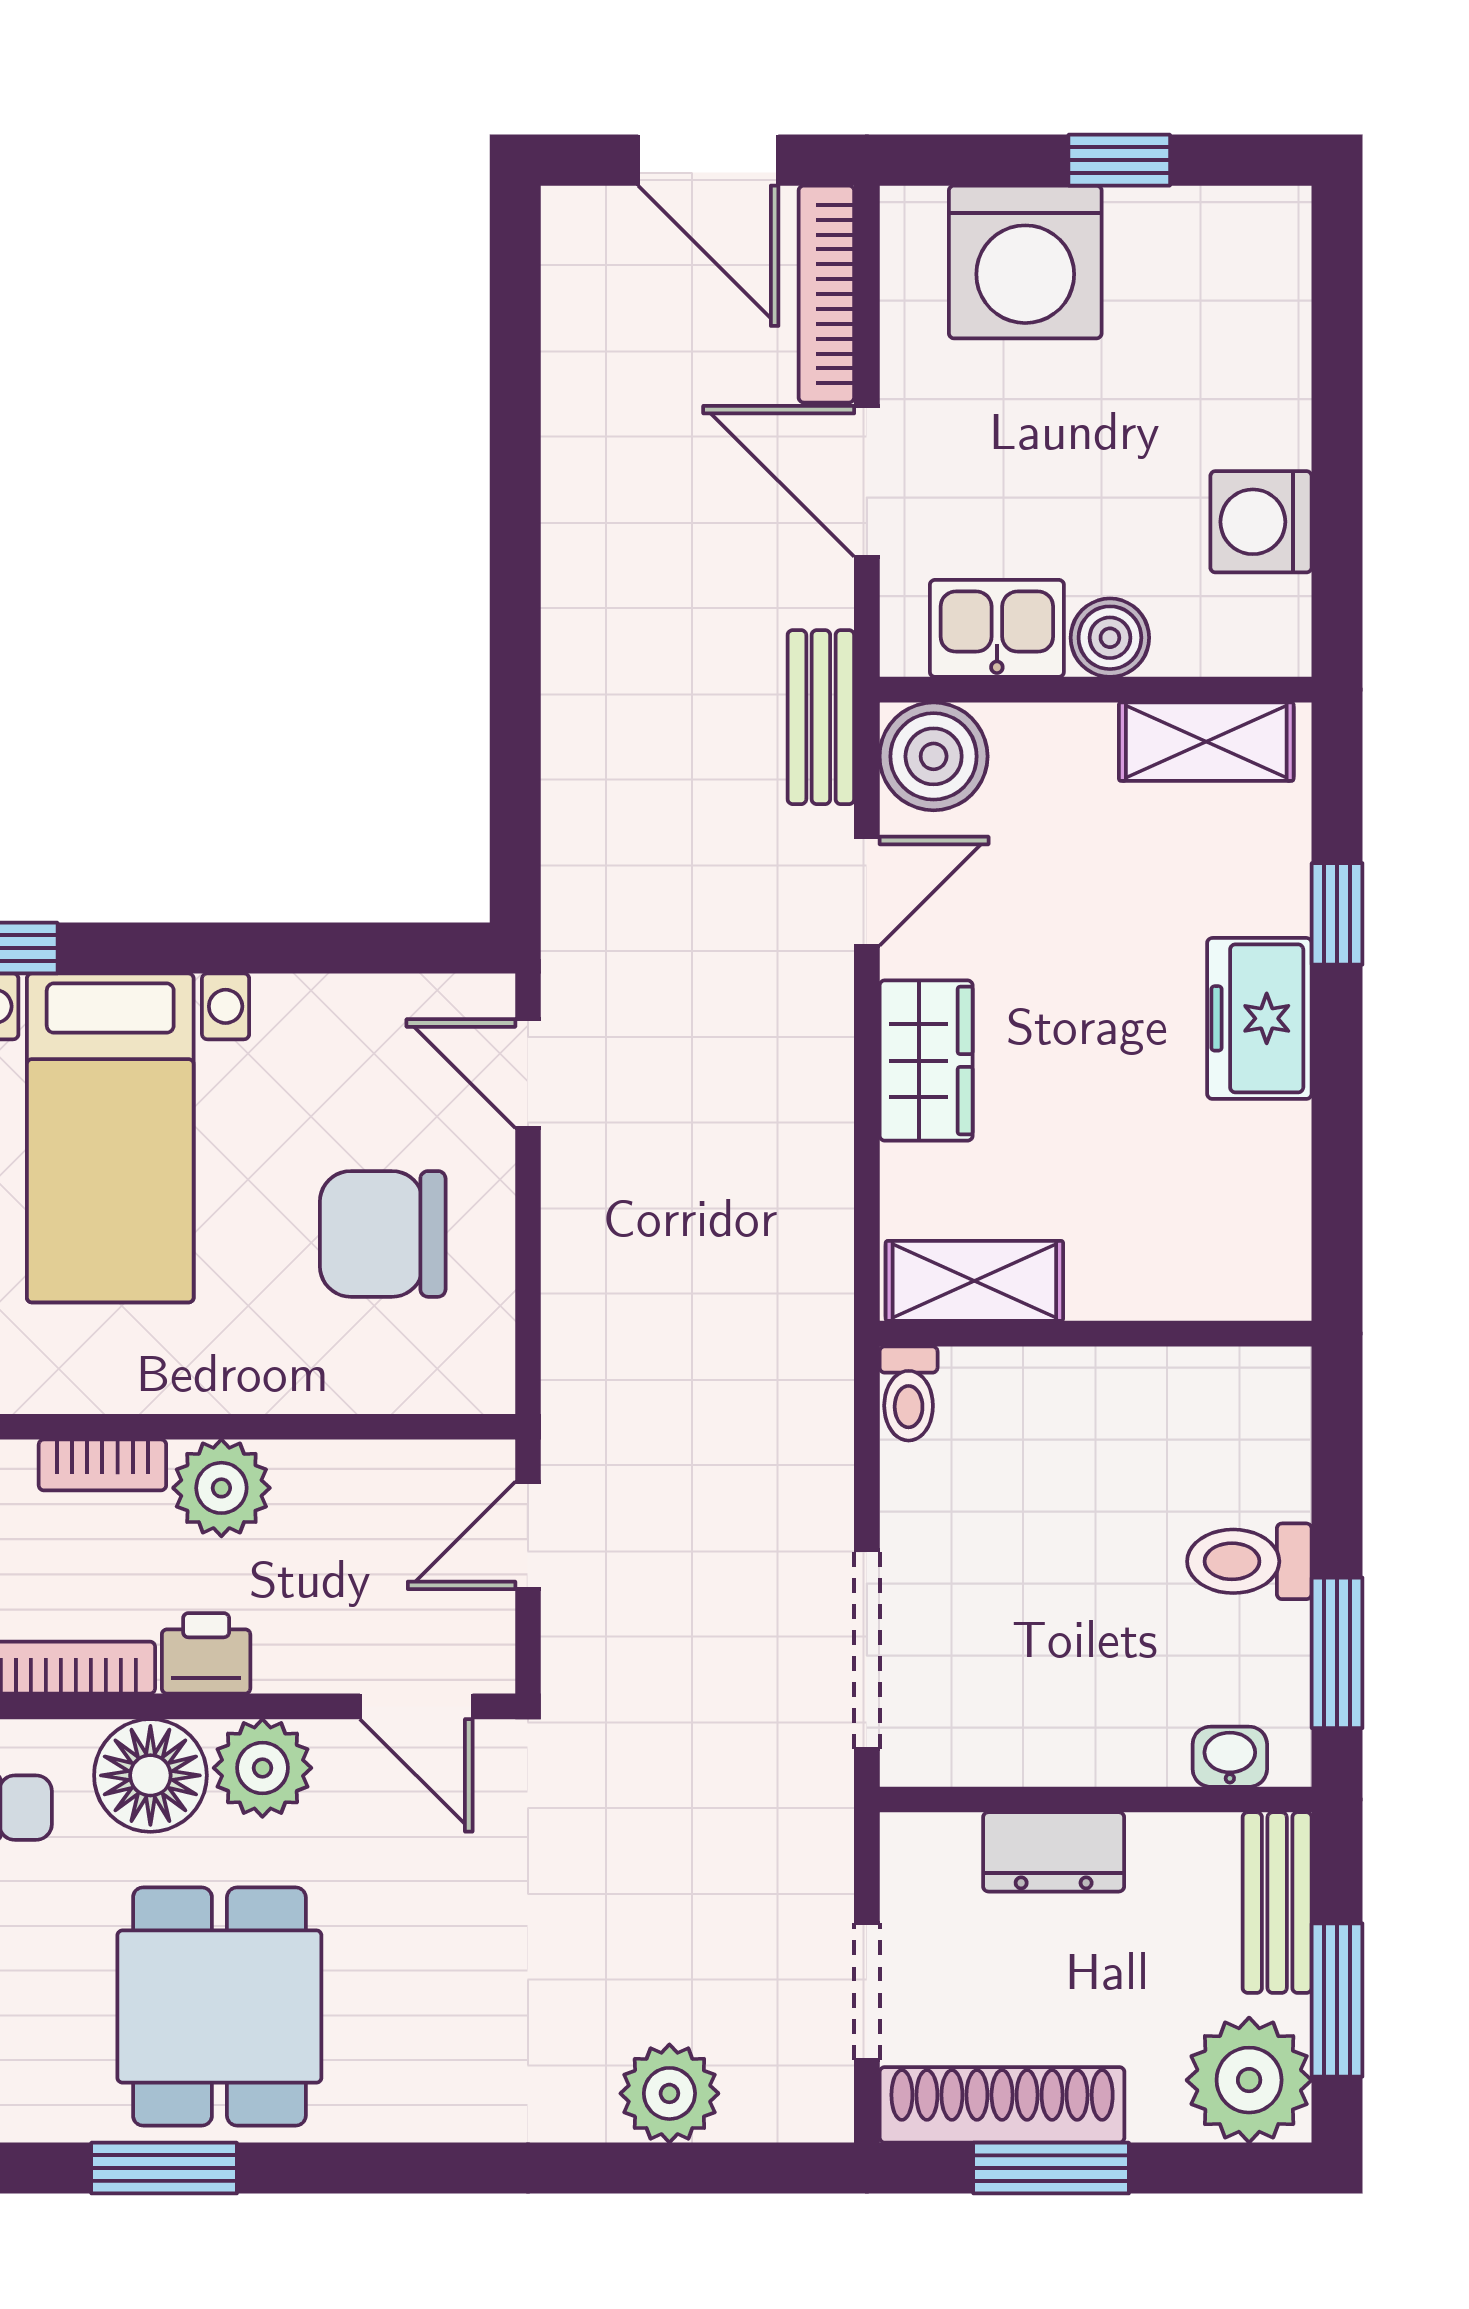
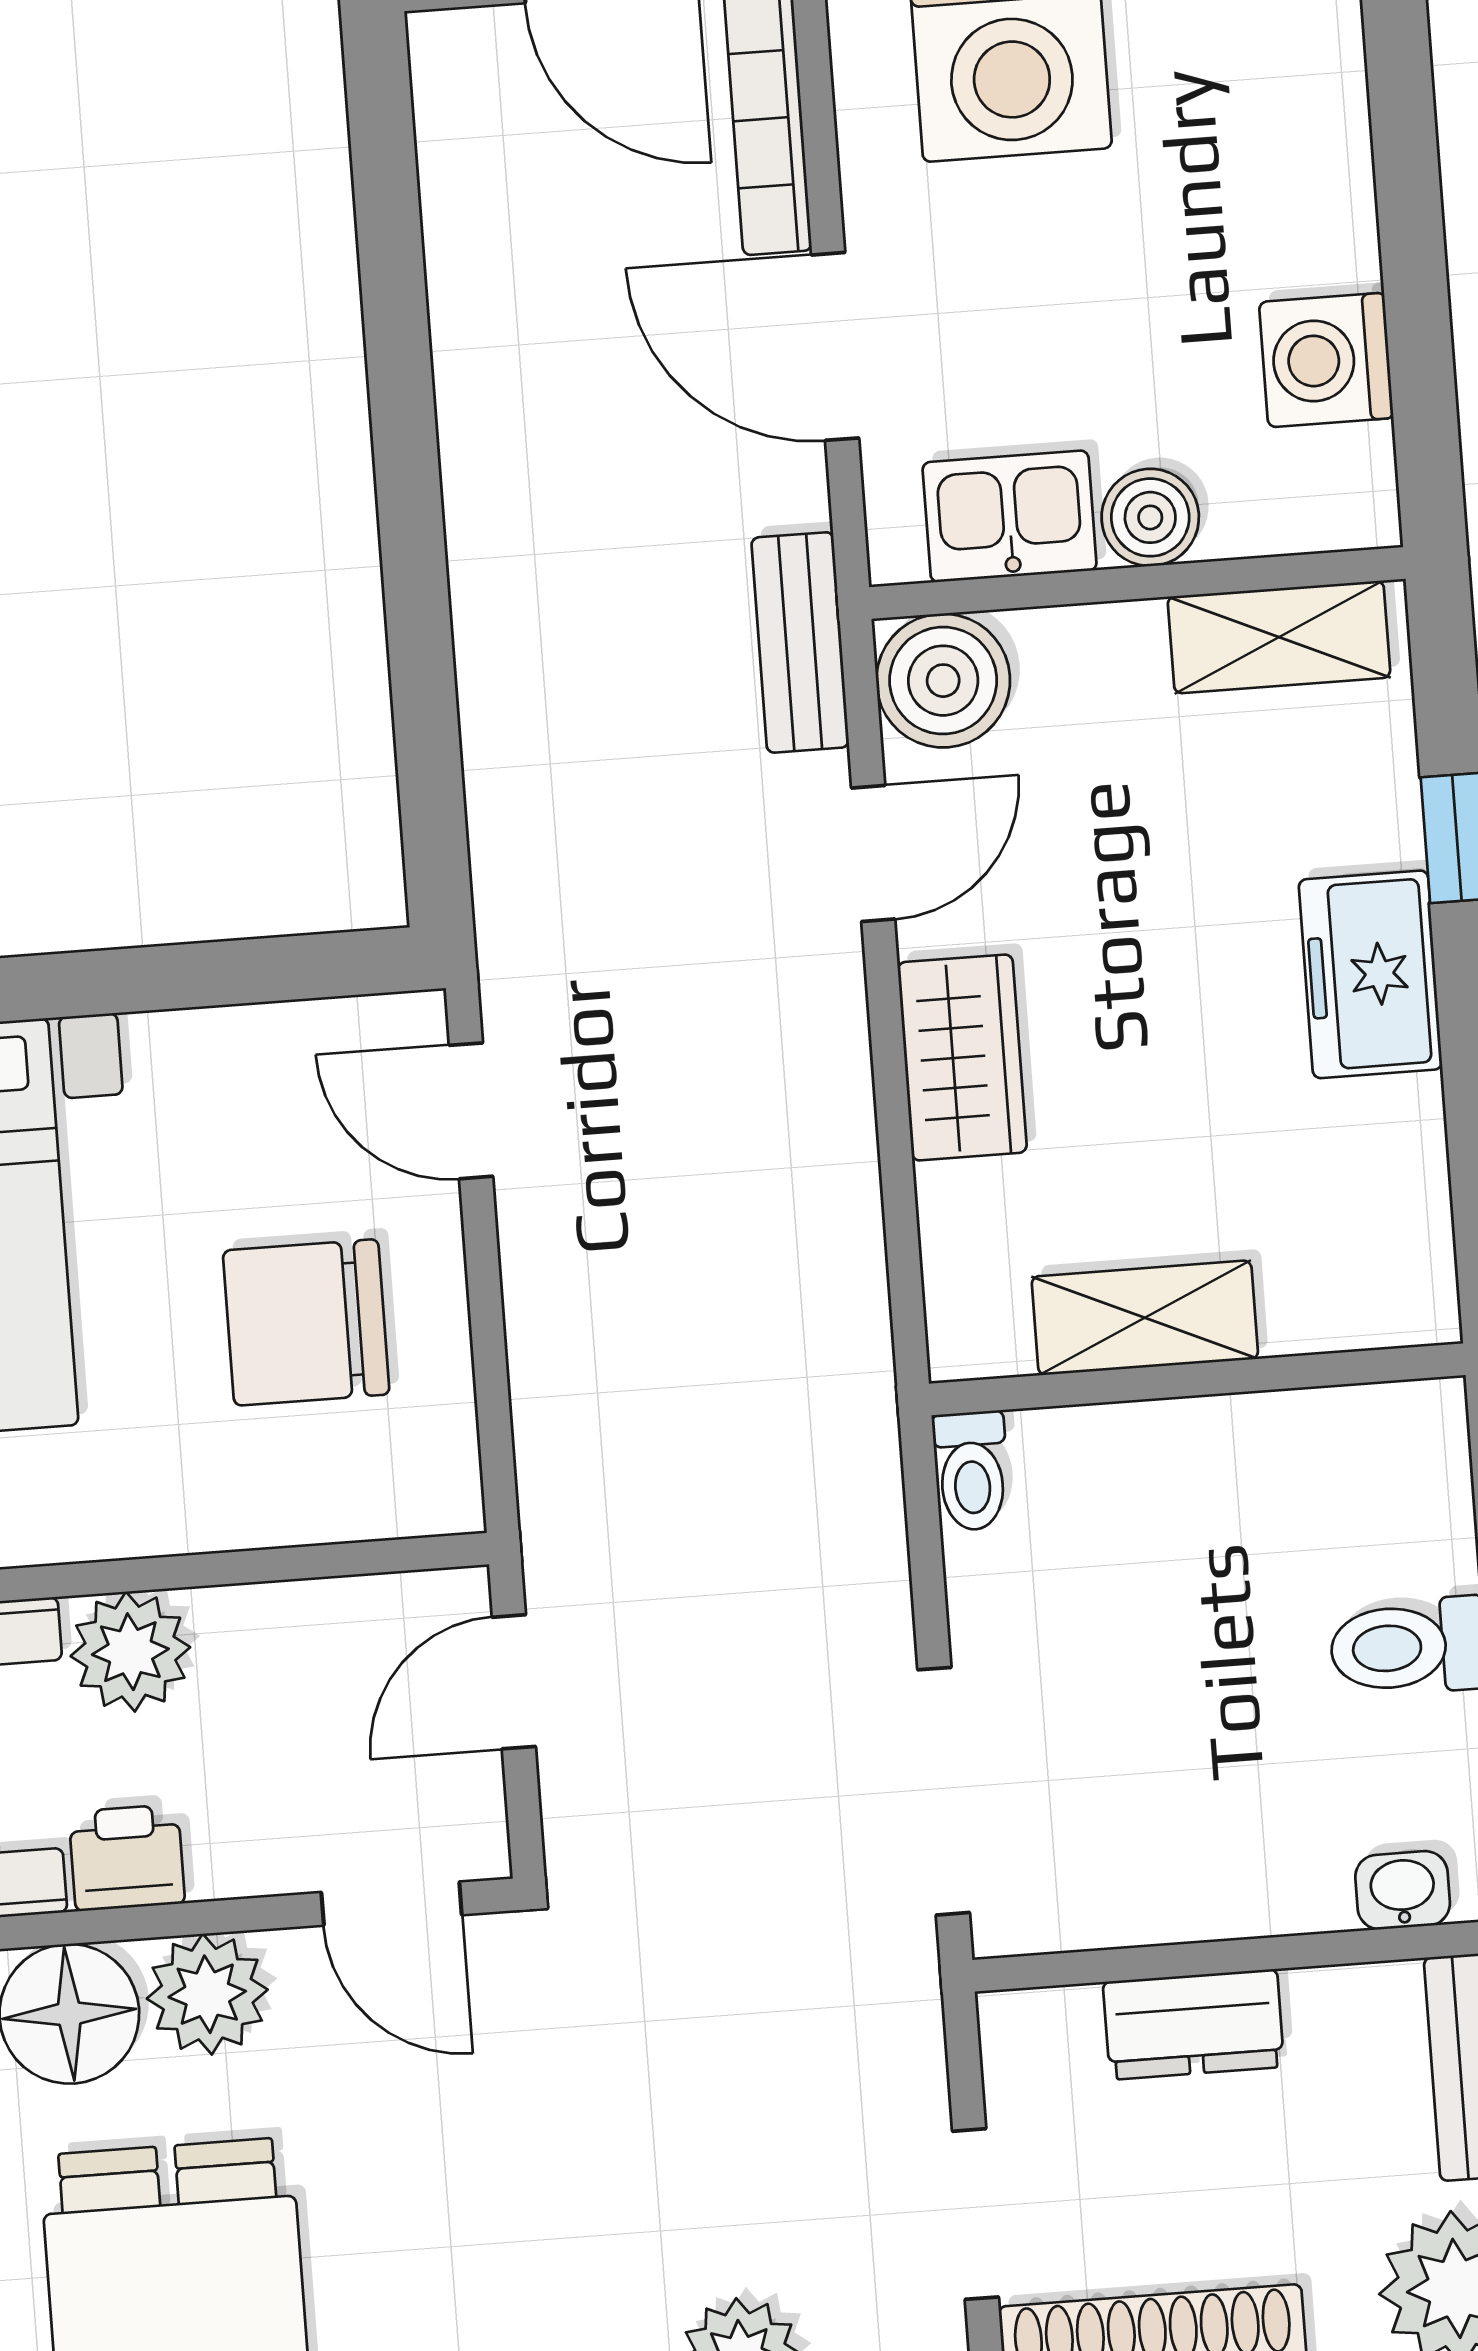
shelving: (974, 1281) -> (1145, 1318), moved

